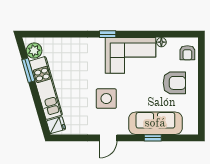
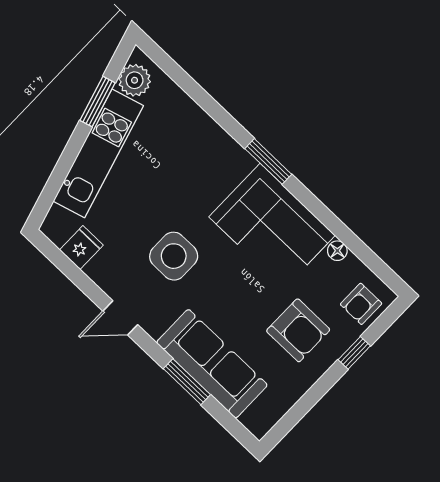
window: (108, 34) -> (268, 161), width x1.50
window: (201, 72) -> (354, 353), added
fridge: (56, 125) -> (81, 248), moved, turned -74
window: (153, 138) -> (187, 382), width x1.50

